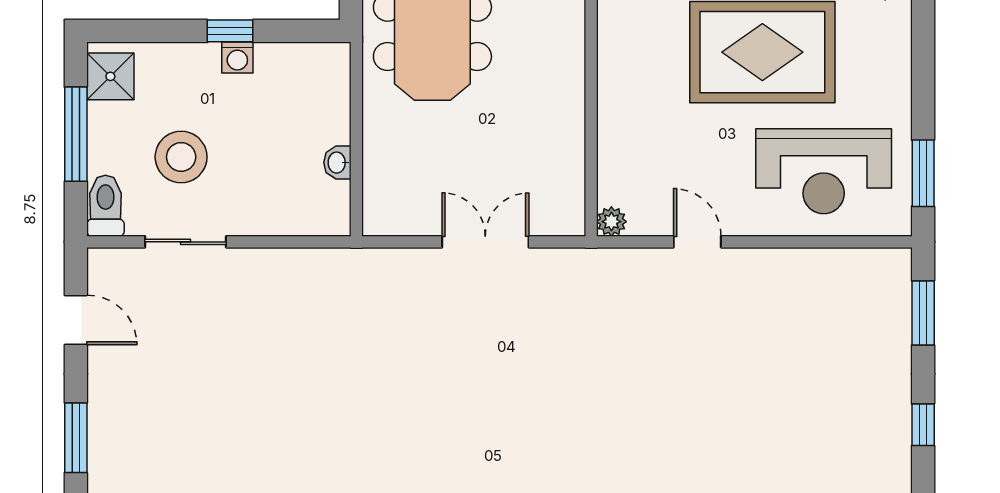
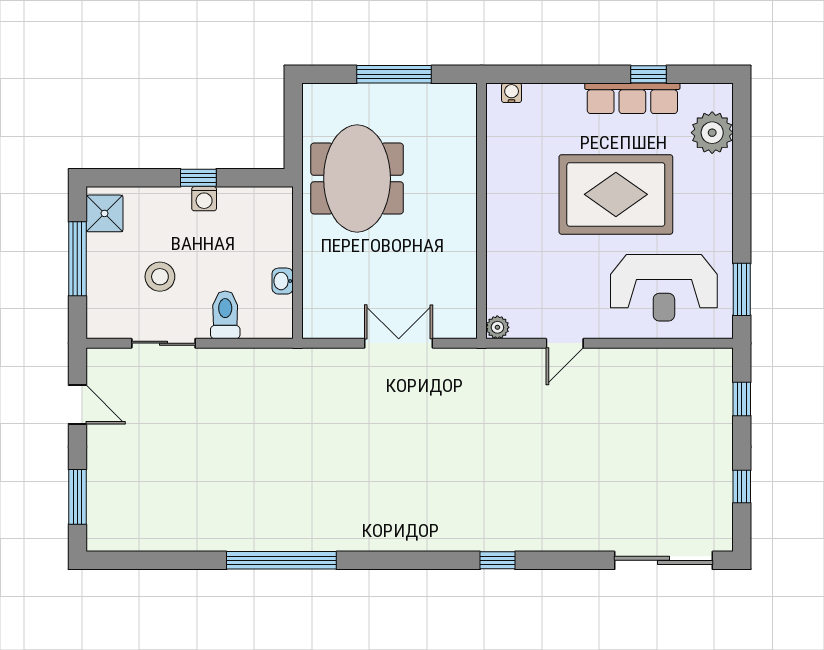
stool: (181, 157) -> (160, 277), width x0.73, depth x0.73
toilet: (105, 206) -> (225, 315), moved
door: (697, 242) -> (565, 343), swing flipped
window: (923, 313) -> (742, 399), width x0.67

